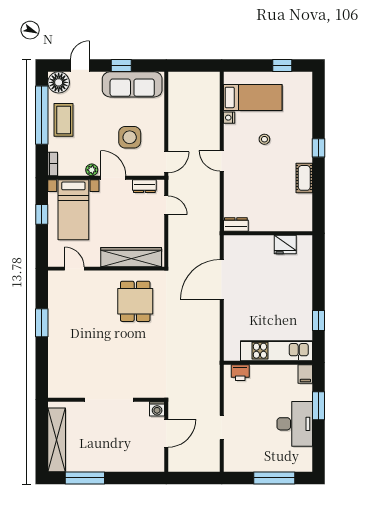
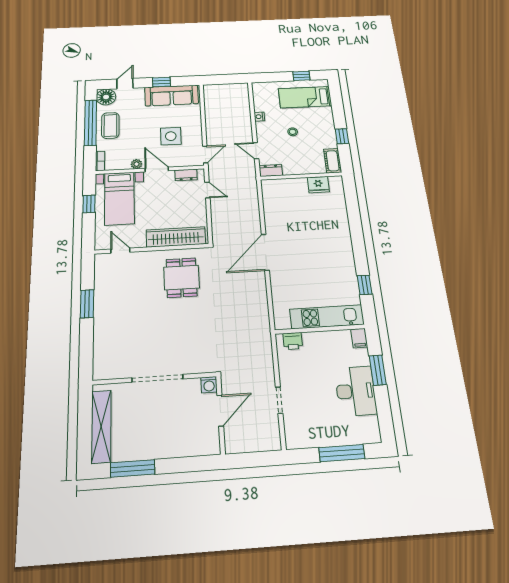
bed: (253, 97) -> (305, 97), moved, turned 180
dresser: (236, 224) -> (271, 170), moved
wall: (268, 233) -> (301, 176), moved
fridge: (285, 244) -> (318, 185), moved

